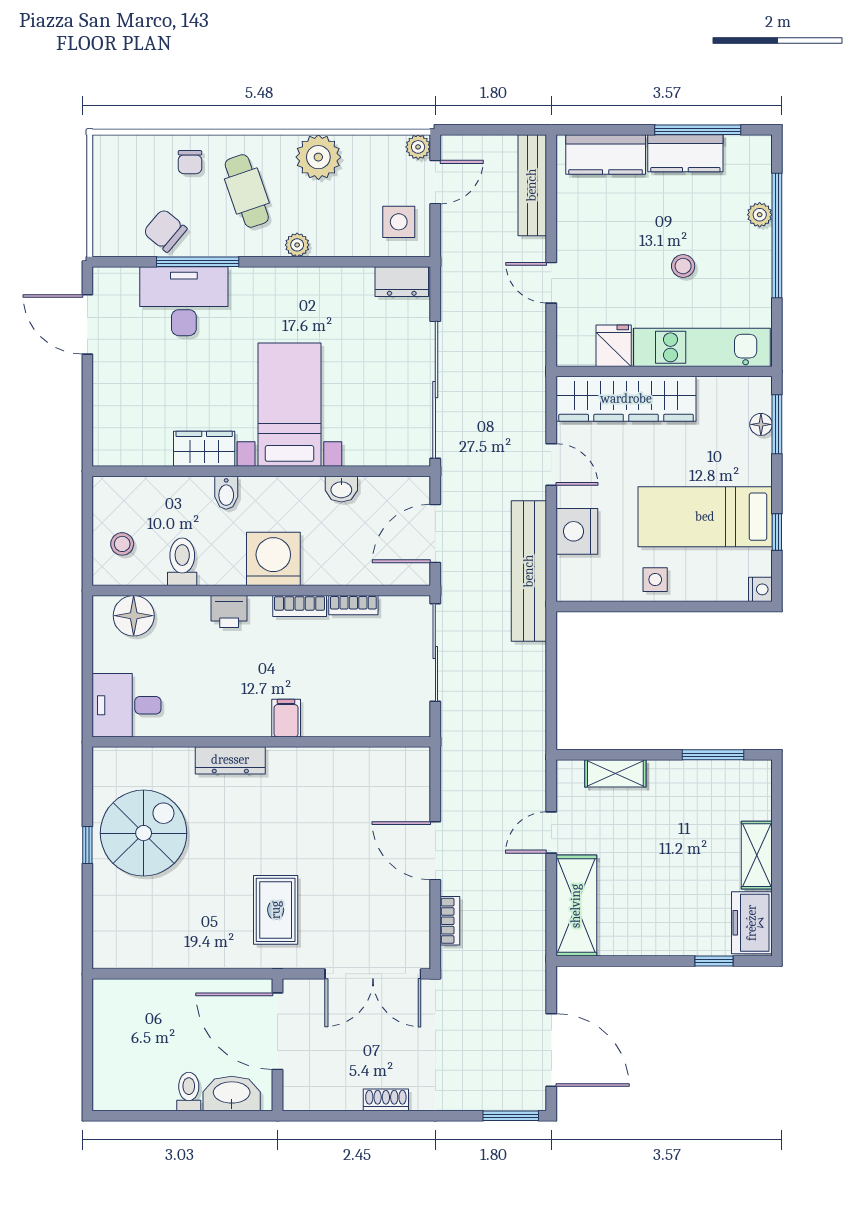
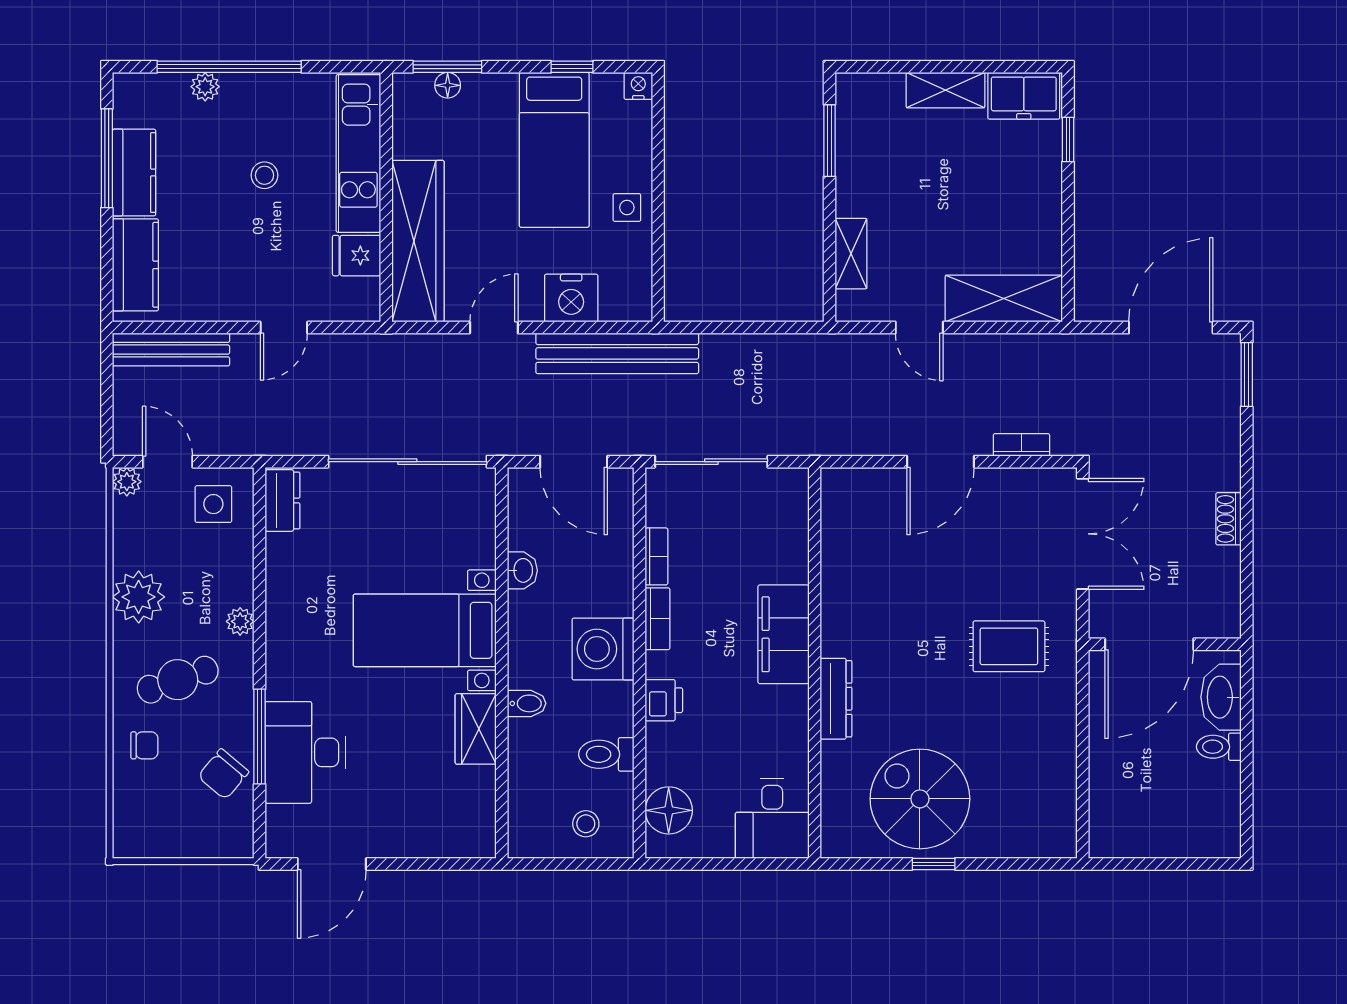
filing cabinet: (286, 718) -> (783, 634), width x3.00, depth x1.17

